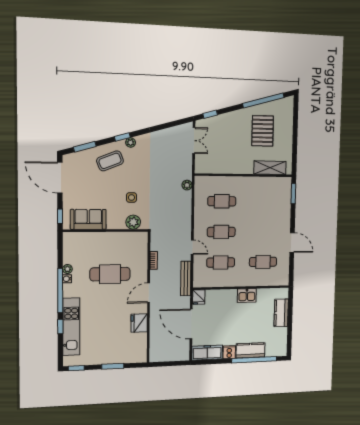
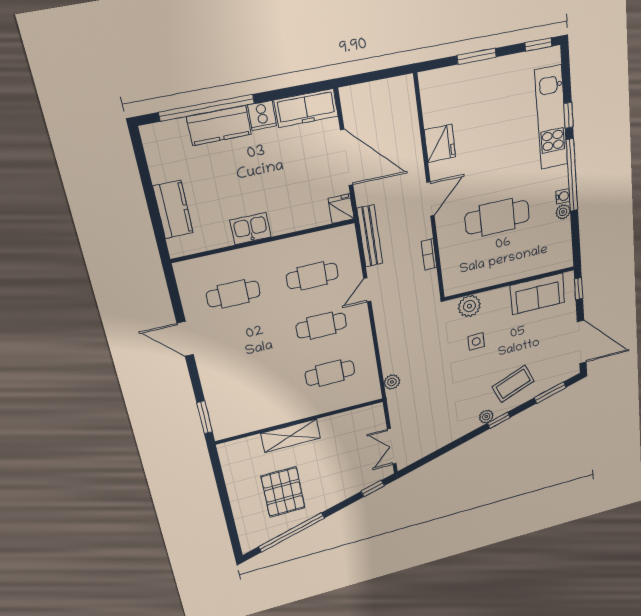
shelving: (270, 168) -> (291, 436), moved
door: (192, 247) -> (367, 290), hinge flipped

